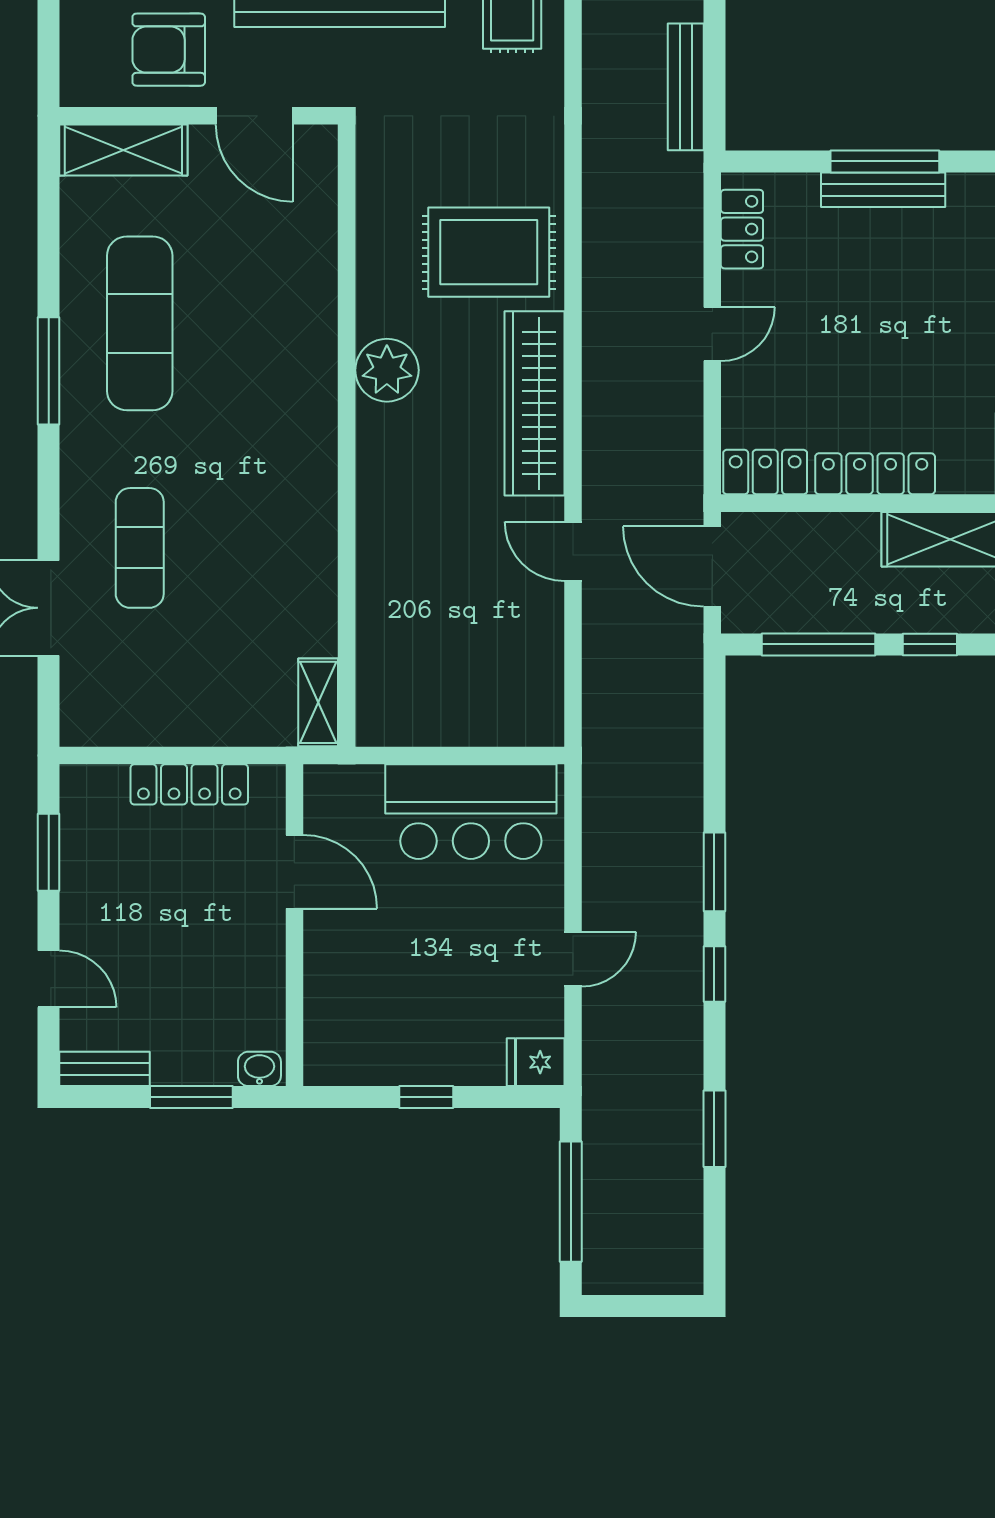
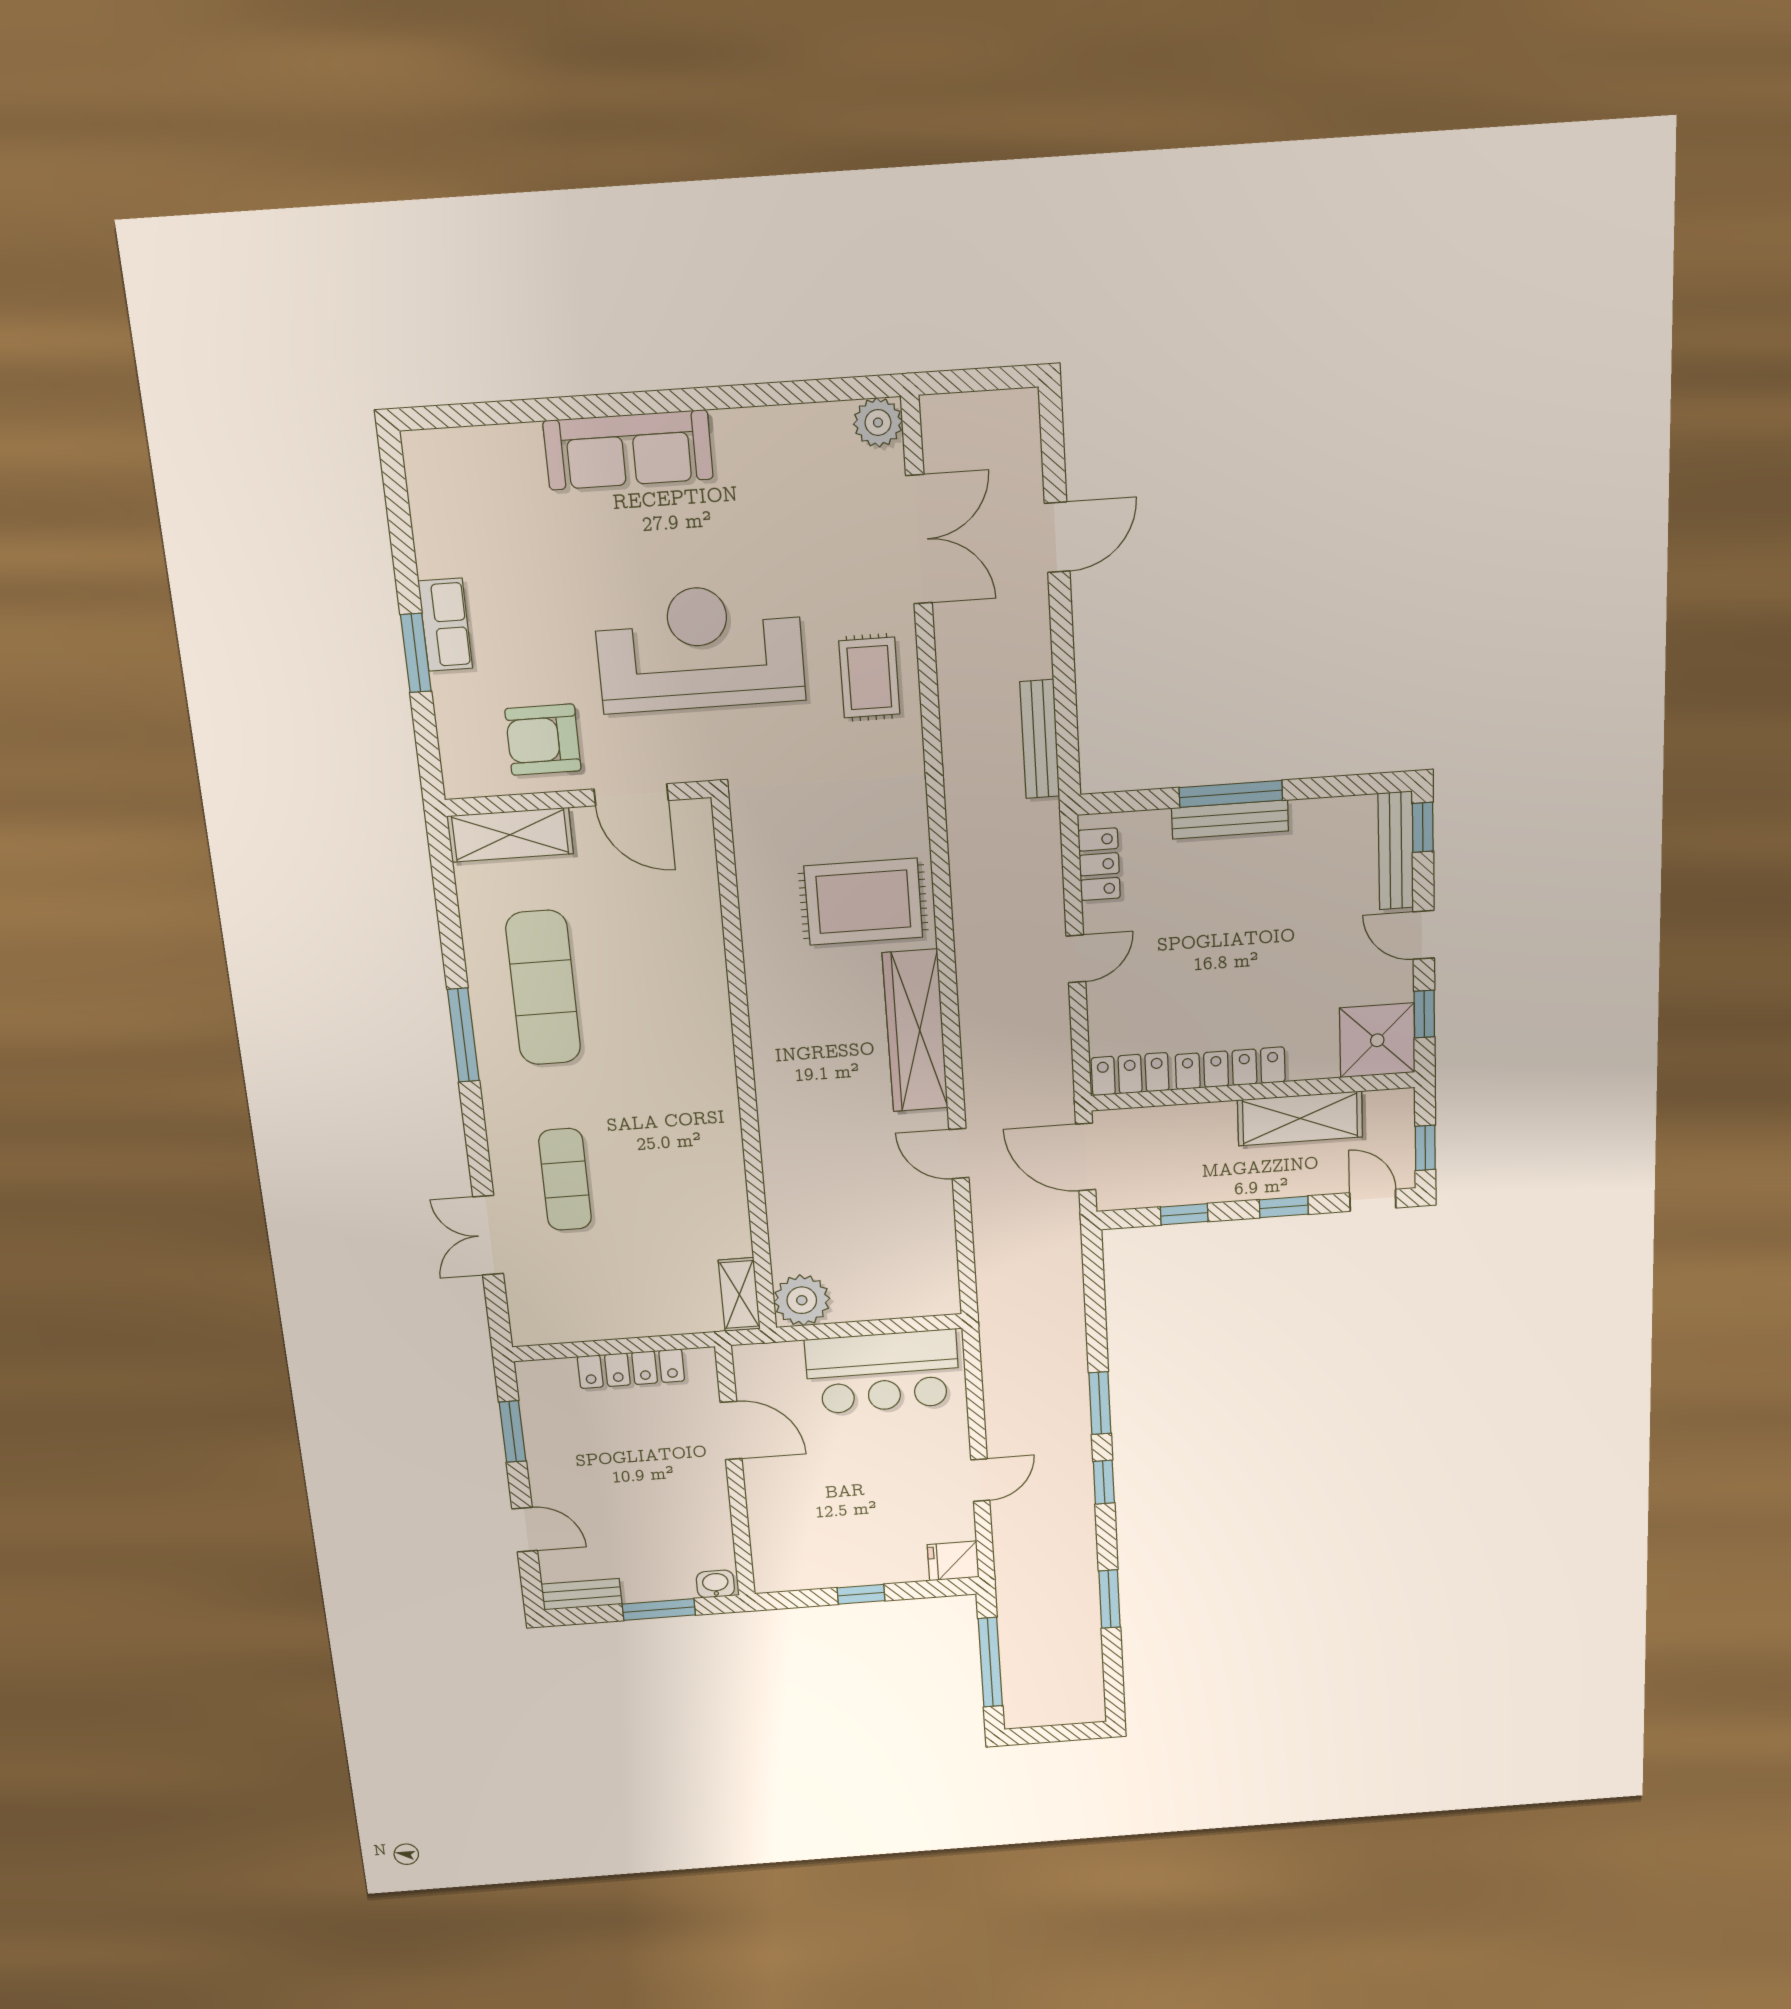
plant: (387, 370) -> (802, 1300), moved
window: (818, 644) -> (1184, 1214), width x0.46

